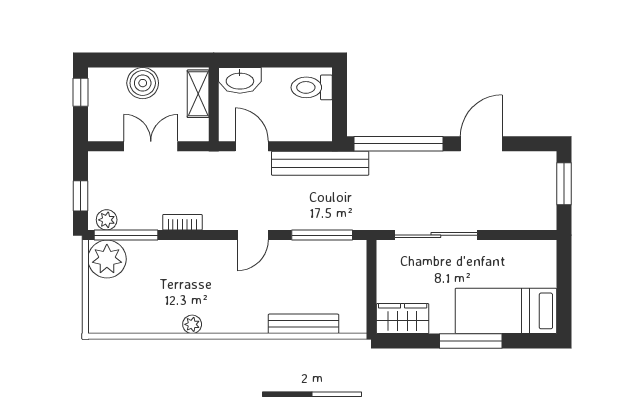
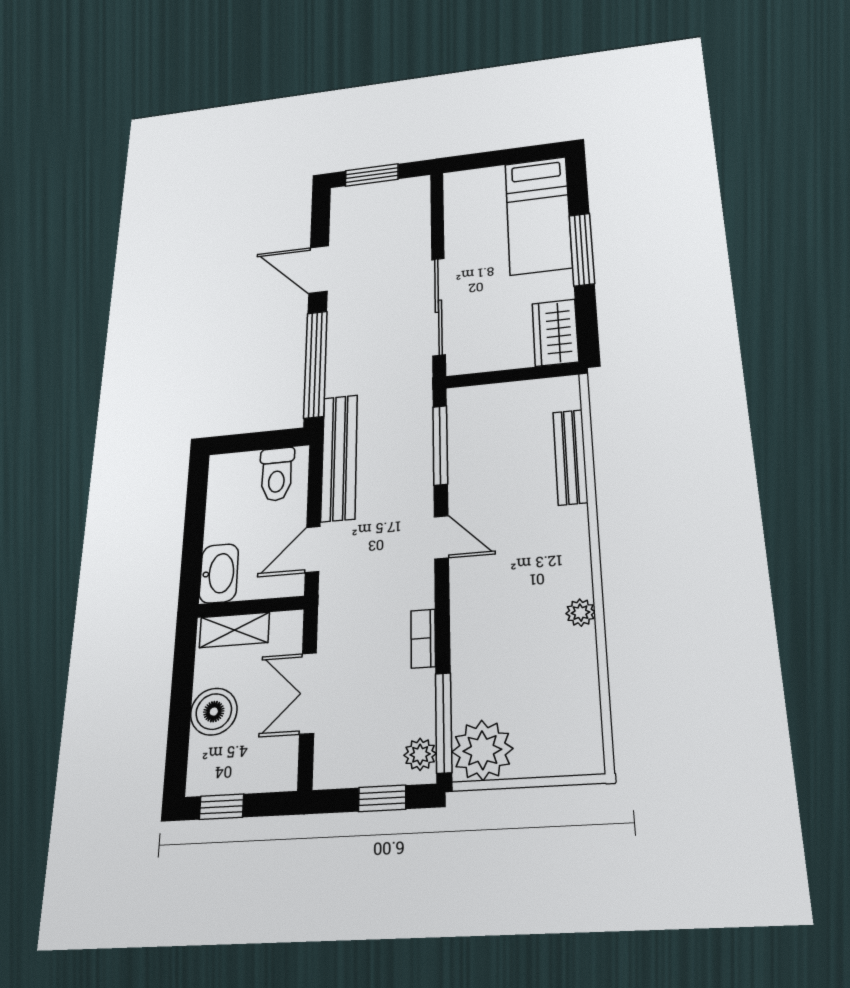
toilet: (312, 87) -> (277, 474), moved

